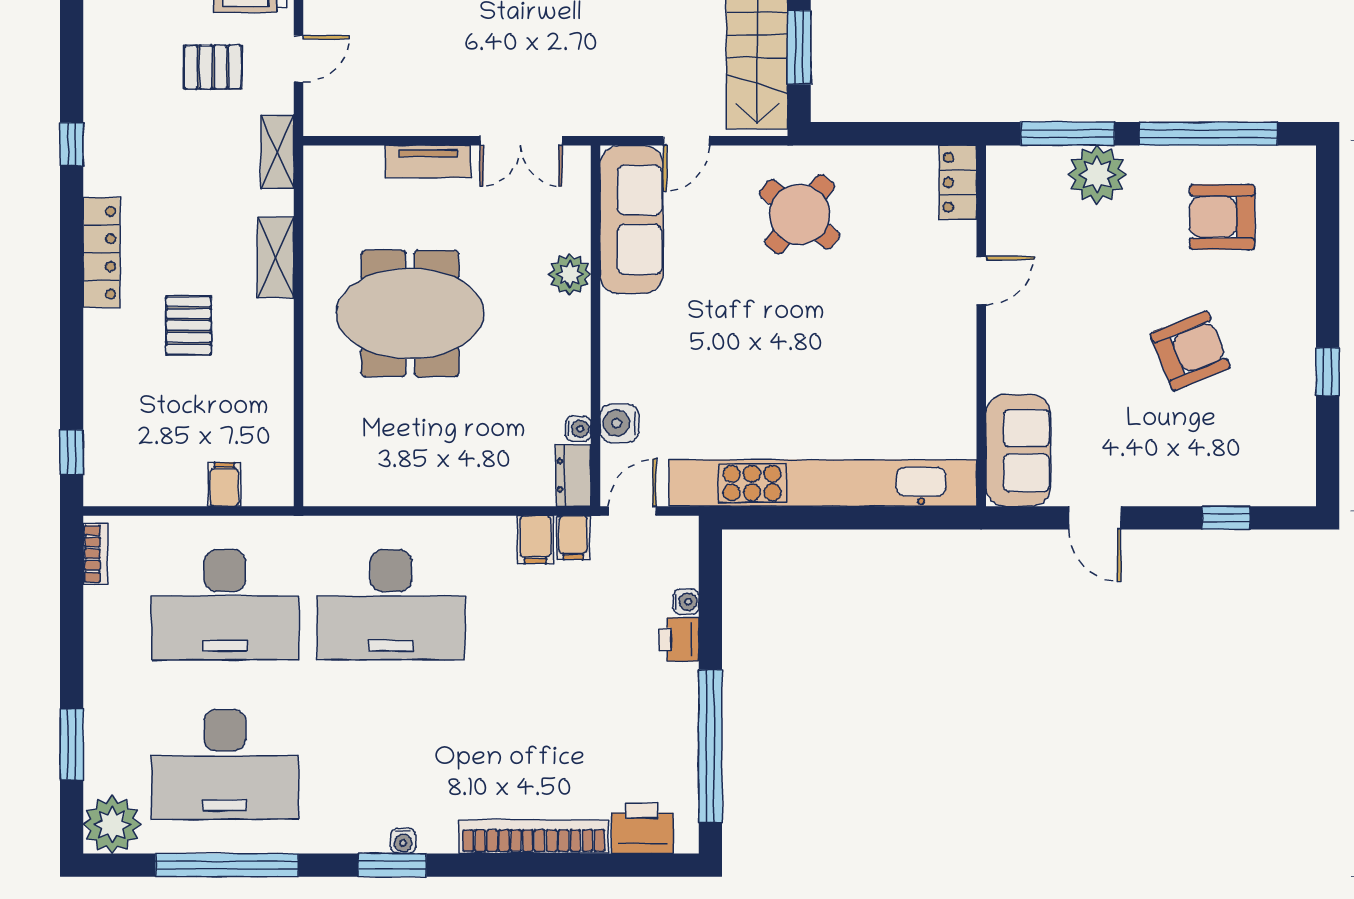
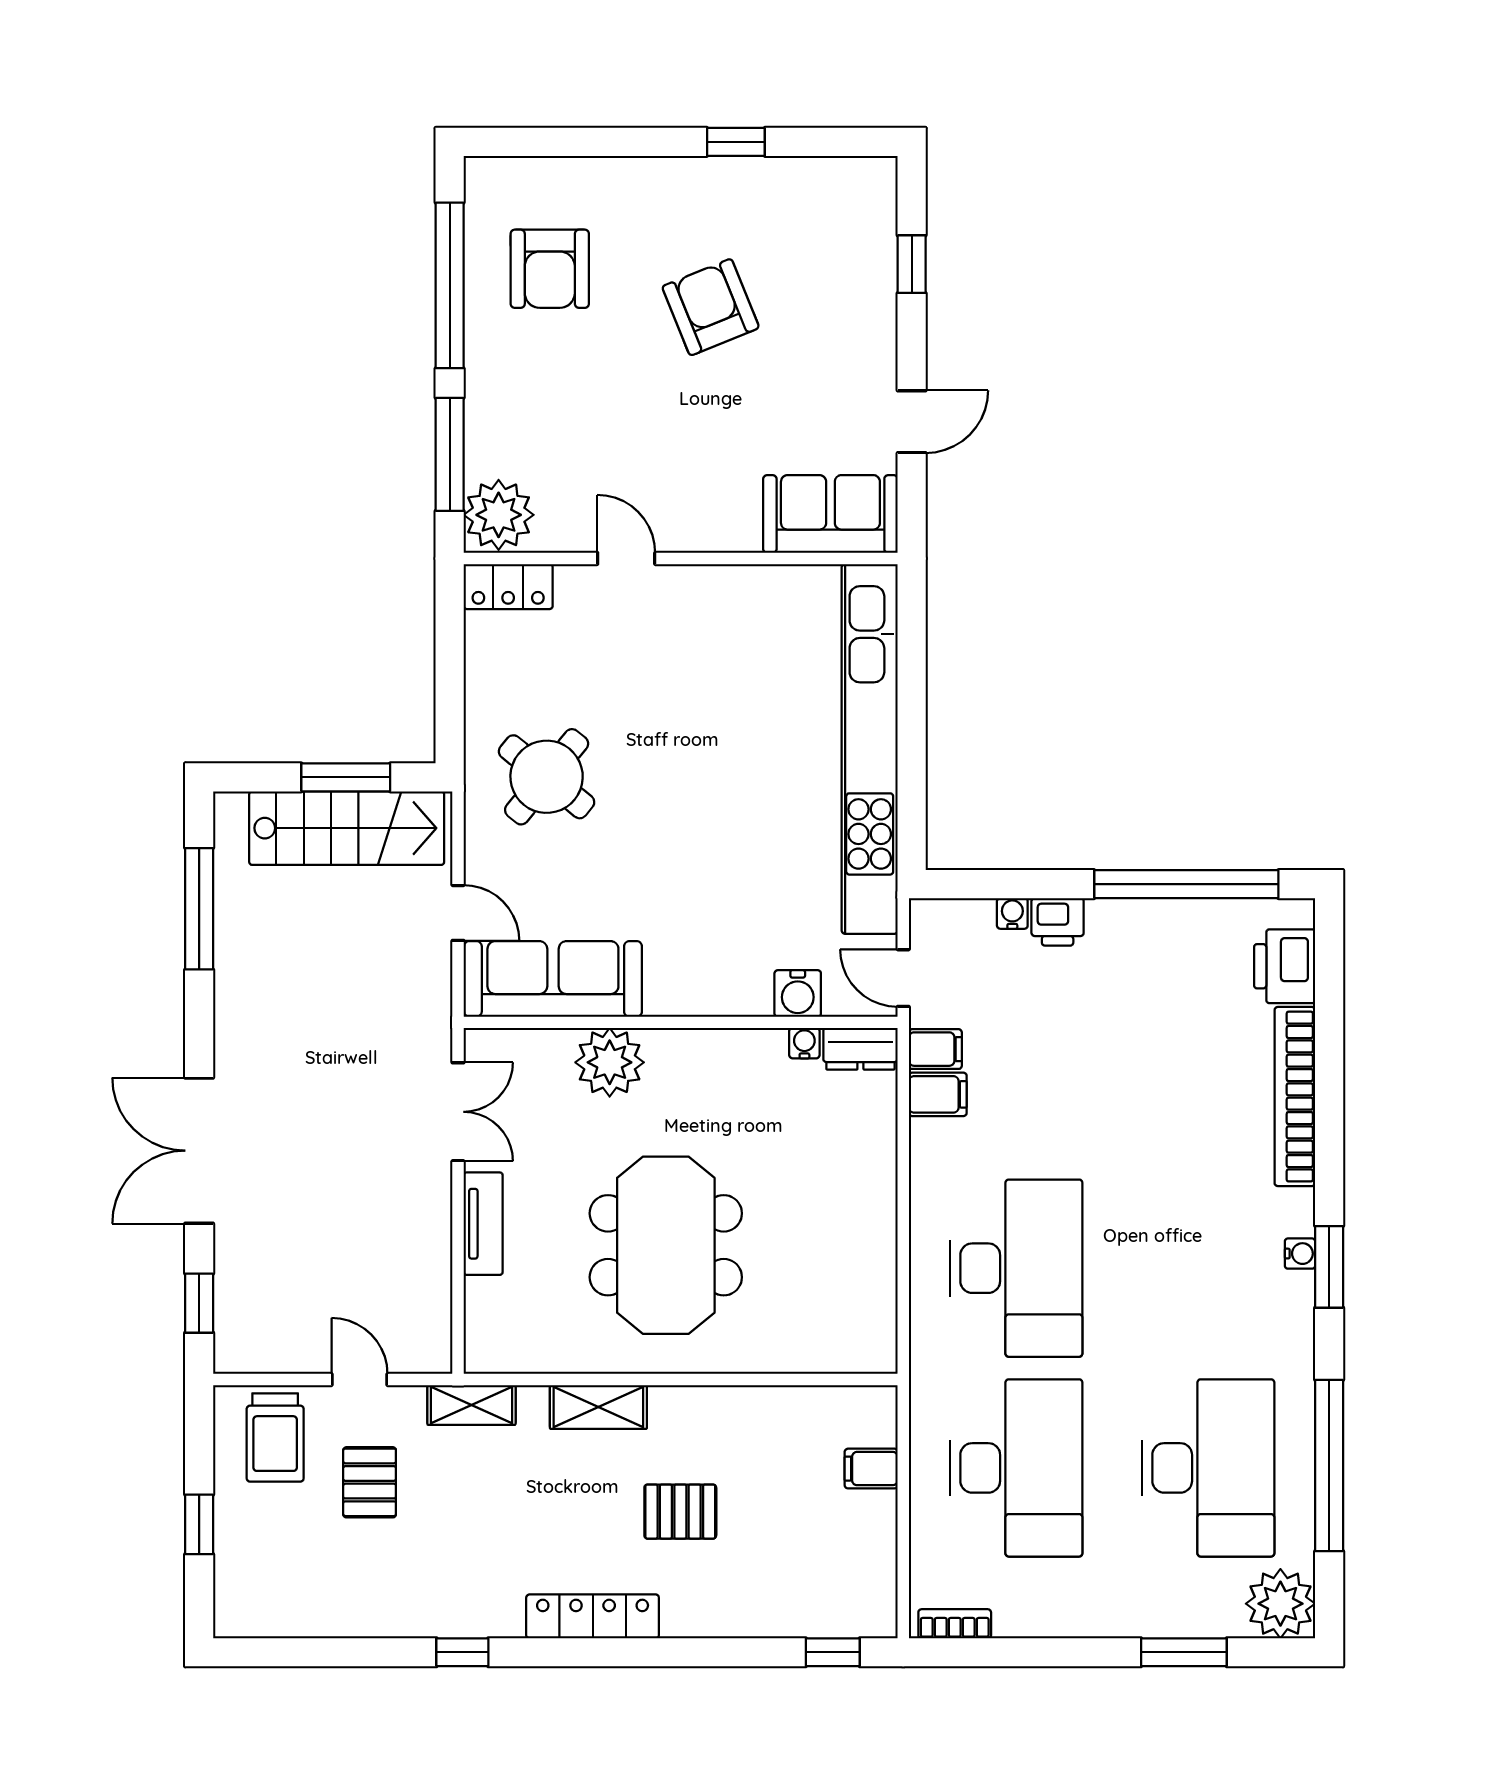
plant: (1097, 174) -> (499, 515), moved
plant: (570, 274) -> (610, 1062), width x1.36, depth x1.36

